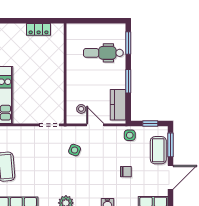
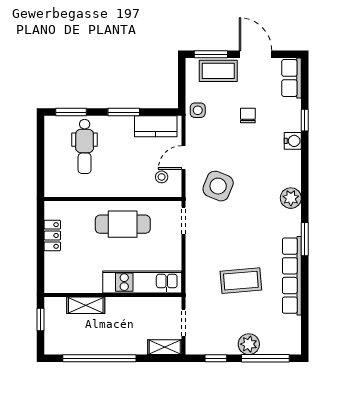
cafe table: (47, 81) -> (123, 224), added
window: (150, 124) -> (182, 82), removed
side table: (75, 150) -> (218, 186), width x1.87, depth x1.87

